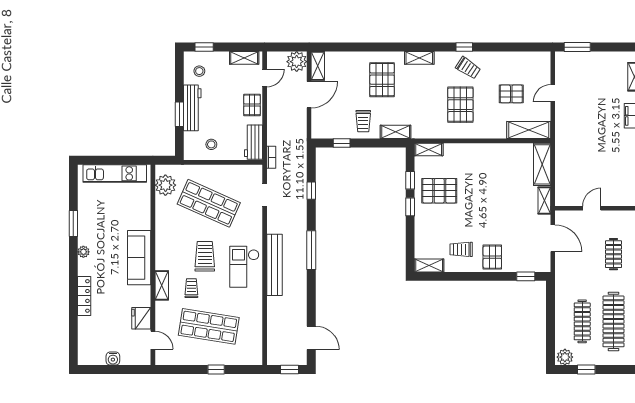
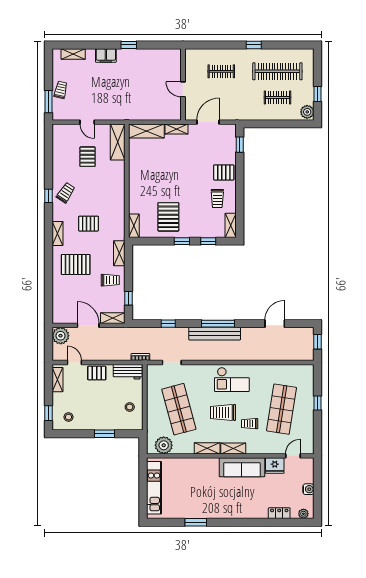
trolley: (591, 62) -> (61, 90), added
shelving: (318, 66) -> (113, 318), moved
pallet: (460, 105) -> (88, 224), moved, width x0.67, depth x0.71
workbench: (192, 108) -> (99, 423), removed
window: (410, 180) -> (208, 241), moved
shop shelf: (209, 203) -> (179, 409), turned -39
shelving: (162, 237) -> (207, 448), added
plant: (83, 252) -> (303, 514), moved
sofa: (139, 258) -> (242, 467), moved
bench: (274, 265) -> (215, 334), moved
shelving: (162, 285) -> (233, 448), moved
locker: (84, 296) -> (279, 513), moved, width x0.66
clothes rail: (582, 321) -> (277, 97), width x0.73
door: (311, 338) -> (275, 324), moved

